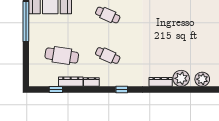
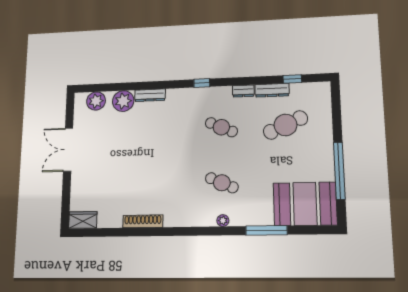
cafe table: (62, 56) -> (285, 125), turned -33

